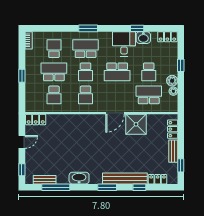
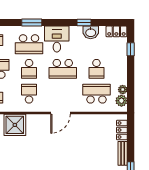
desk: (124, 44) -> (57, 39), moved
school desk: (86, 49) -> (29, 44), turned 180
window: (181, 65) -> (131, 49), moved
plant: (172, 81) -> (121, 101), moved
school desk: (86, 95) -> (29, 94), turned 180
shower: (136, 124) -> (15, 125), moved

